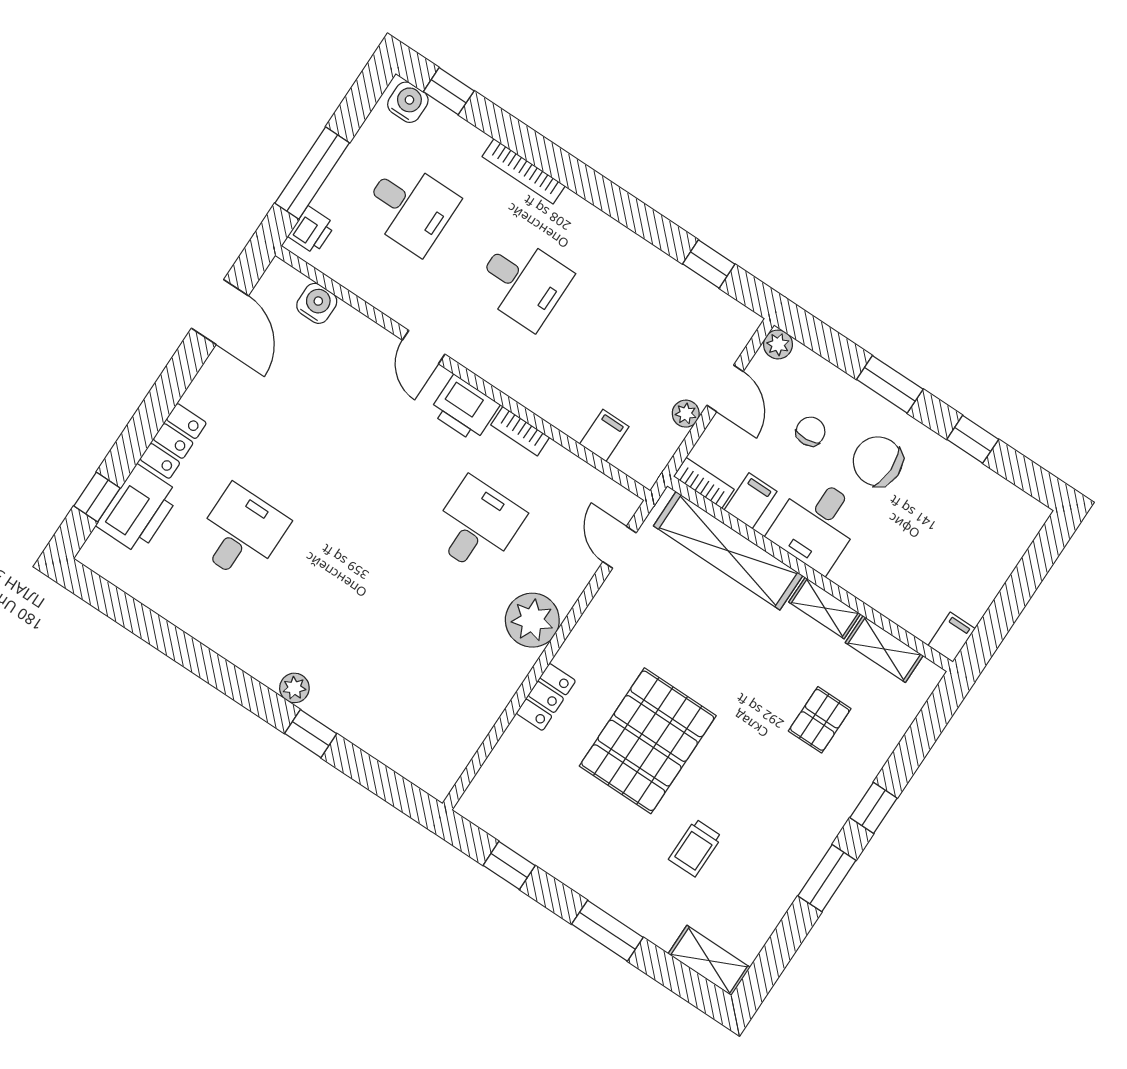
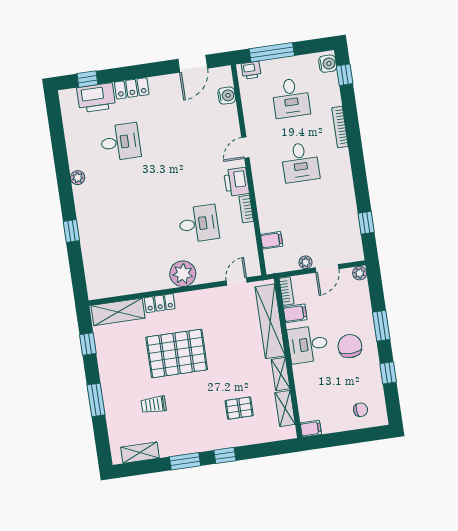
chair: (811, 431) -> (361, 410), moved
plant: (294, 688) -> (78, 178), moved
shelving: (501, 774) -> (118, 312), added
shelving: (709, 961) -> (140, 453), moved, turned 90

